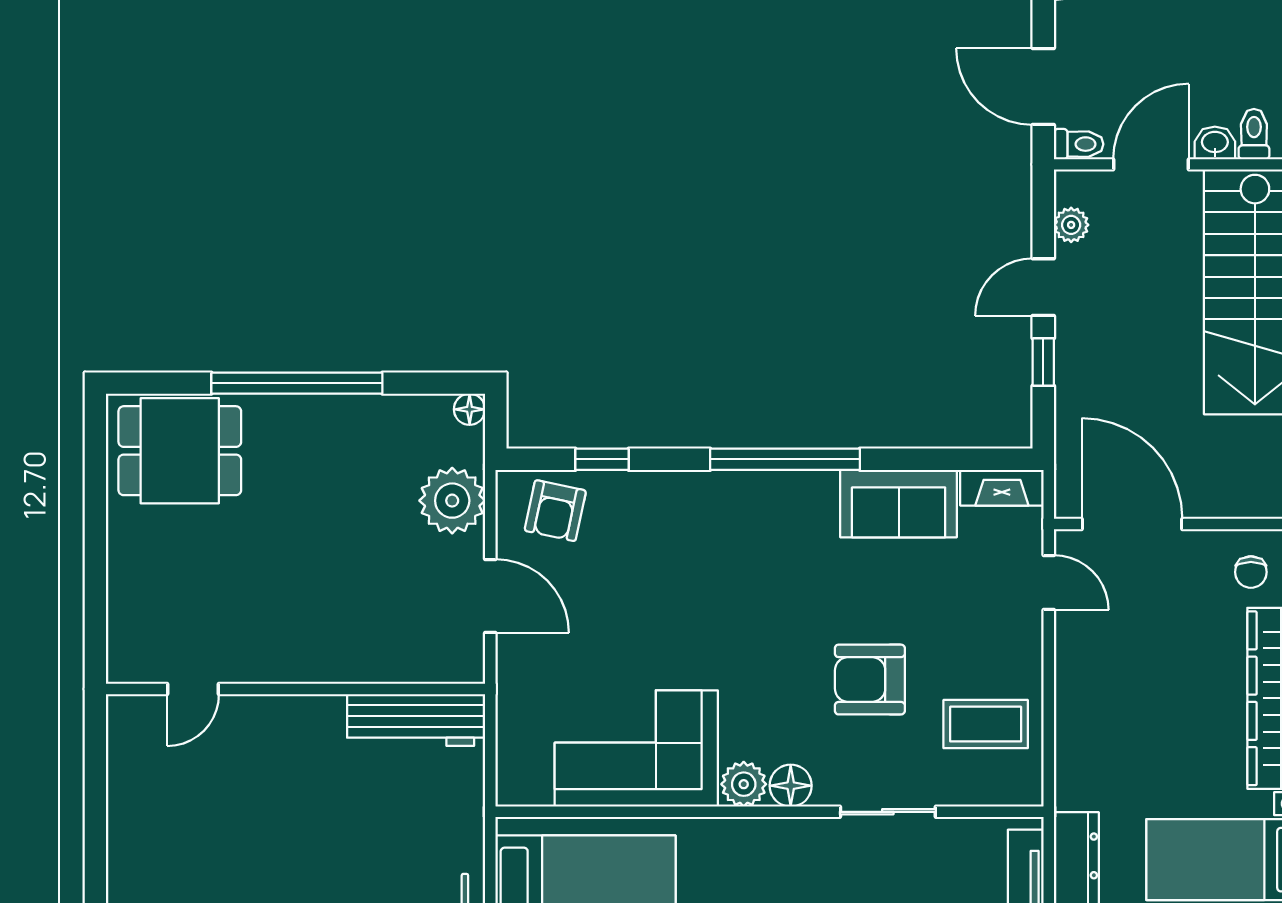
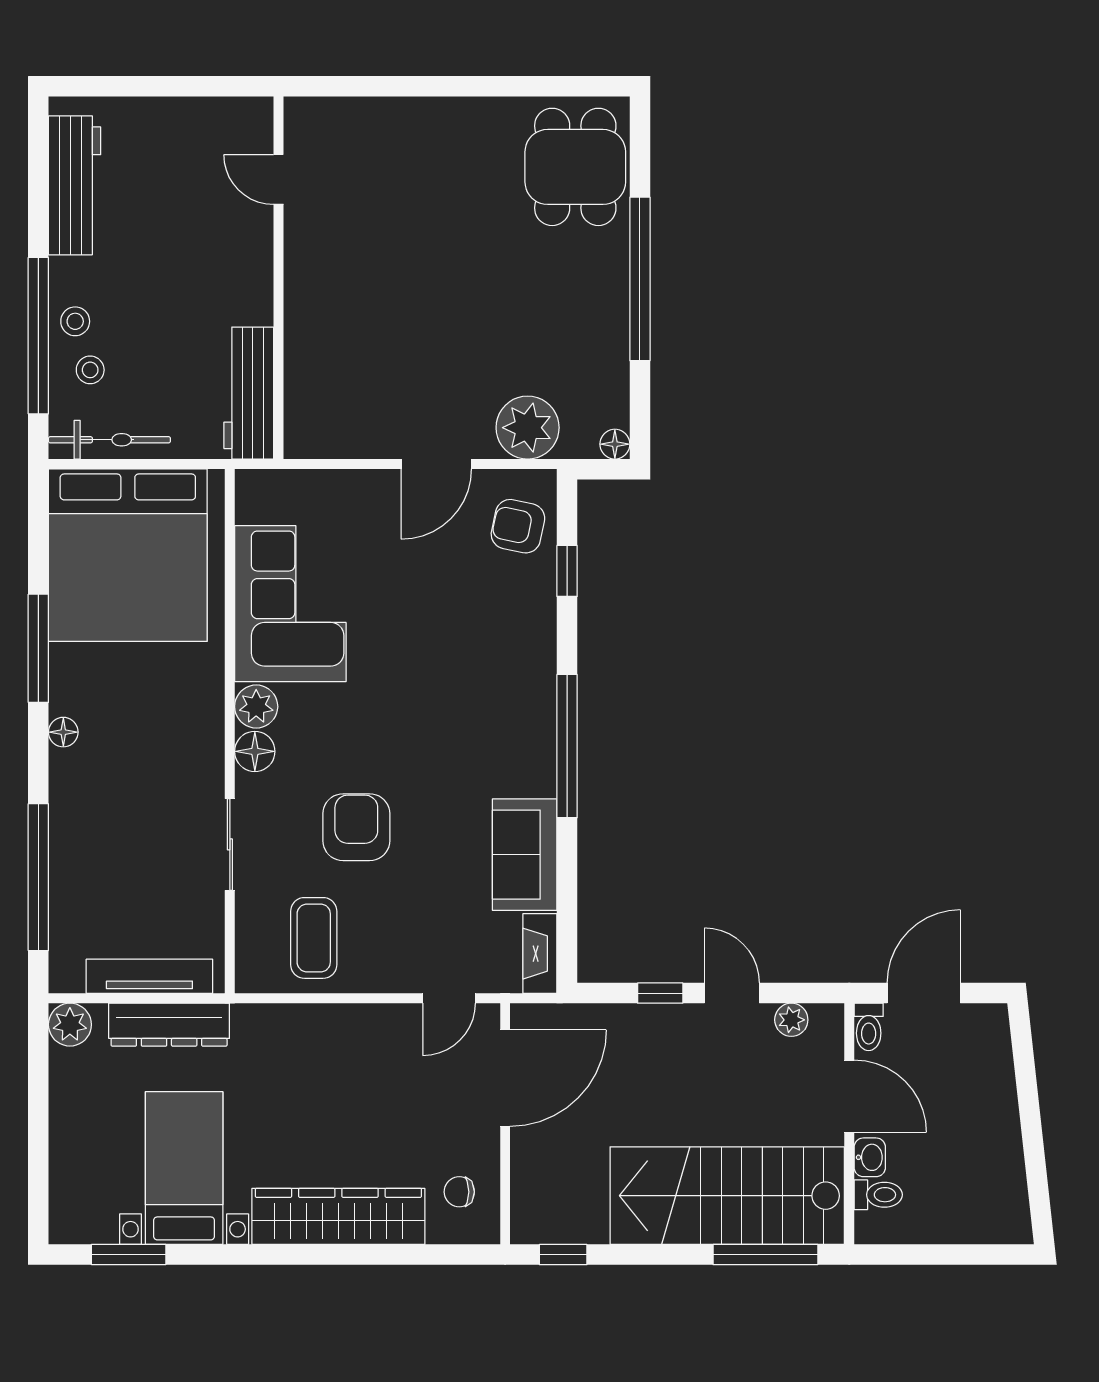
door: (193, 689) -> (278, 180), moved
wall: (296, 689) -> (278, 278), moved
workbench: (416, 720) -> (249, 393), moved

